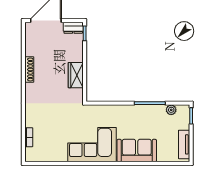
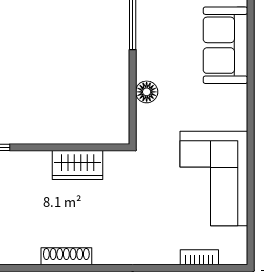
floor lamp: (113, 110) -> (147, 92), added
corner sofa: (92, 145) -> (214, 179), moved

